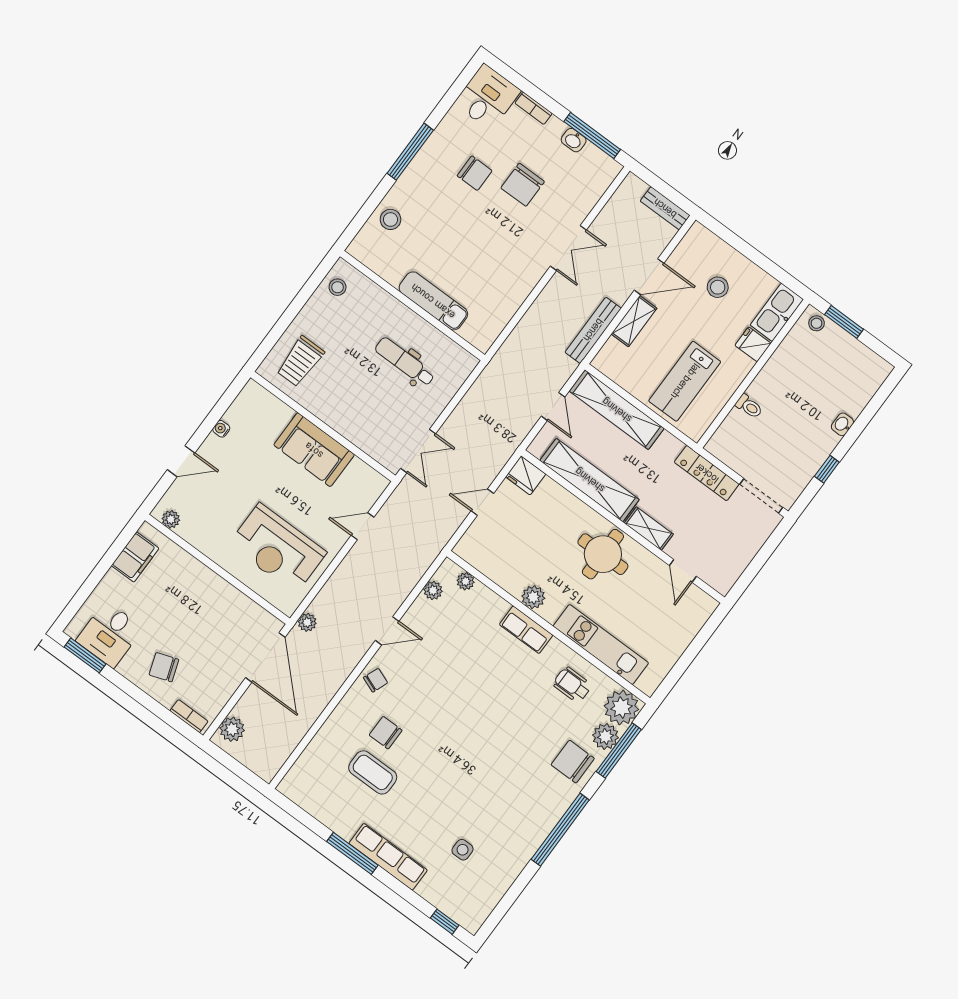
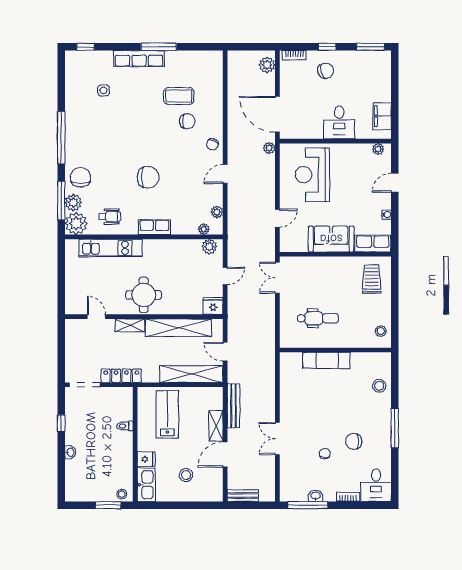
chair: (523, 185) -> (325, 454), width x0.54, depth x0.54
row of seats: (266, 405) -> (373, 244), added
reception desk: (278, 548) -> (312, 175), turned -90
plant: (533, 597) -> (209, 247), moved
desk: (110, 634) -> (339, 122), moved, turned 180
window: (139, 696) -> (327, 47), added
chair: (488, 699) -> (148, 177), added
chair: (573, 762) -> (81, 177), turned -90

